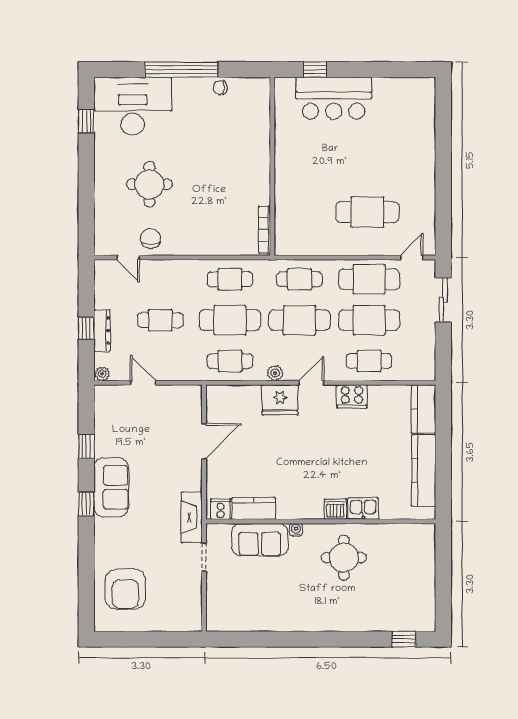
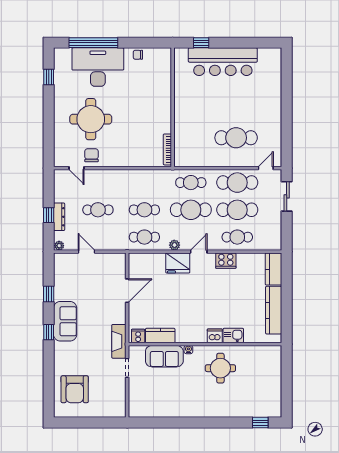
window: (181, 70) -> (93, 43), moved
bar counter: (334, 98) -> (223, 62), width x1.36
desk: (133, 106) -> (98, 67), moved
round table: (149, 184) -> (91, 119), width x1.36, depth x1.36
cafe table: (230, 279) -> (144, 183), removed
cafe table: (230, 320) -> (144, 210), width x0.73, depth x0.74

